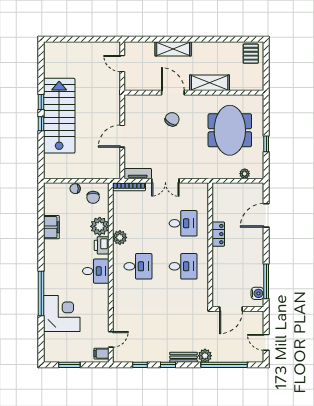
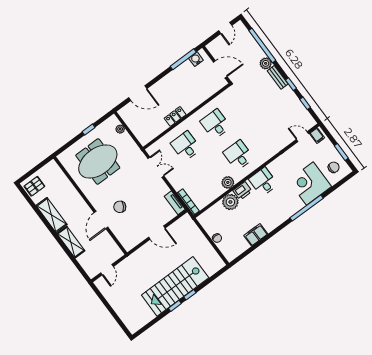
shelving: (210, 83) -> (51, 215), moved
double door: (165, 181) -> (156, 167), moved
chair: (93, 197) -> (334, 167), moved

